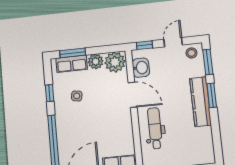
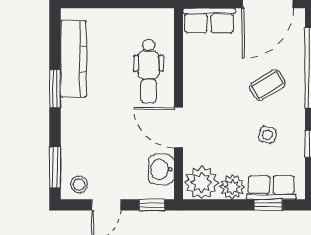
window: (73, 53) -> (268, 205), width x0.67
window: (212, 95) -> (55, 89), moved
kitchen counter: (201, 102) -> (73, 59), moved
coffee table: (79, 127) -> (267, 85), added

